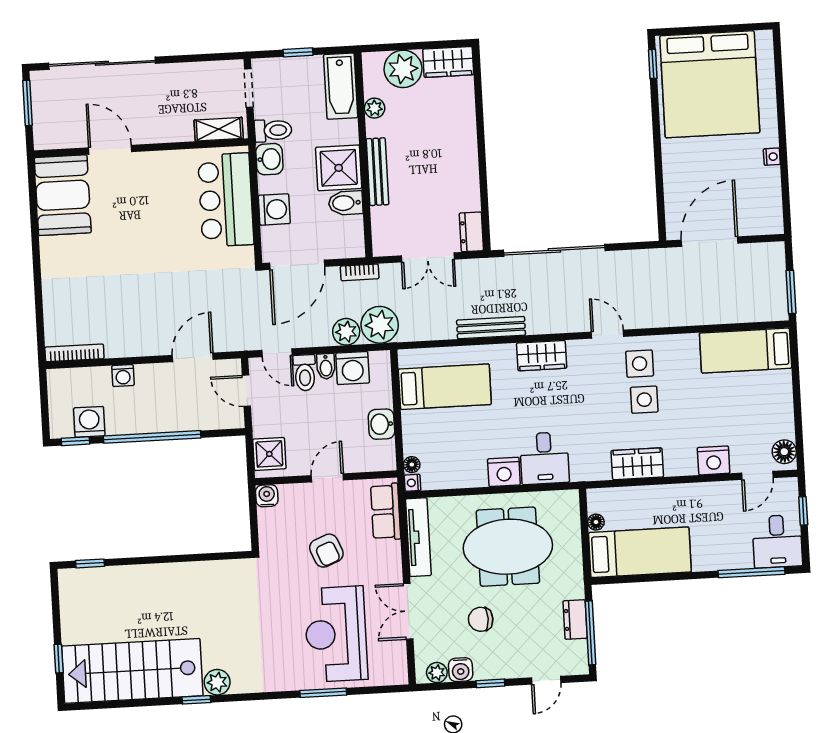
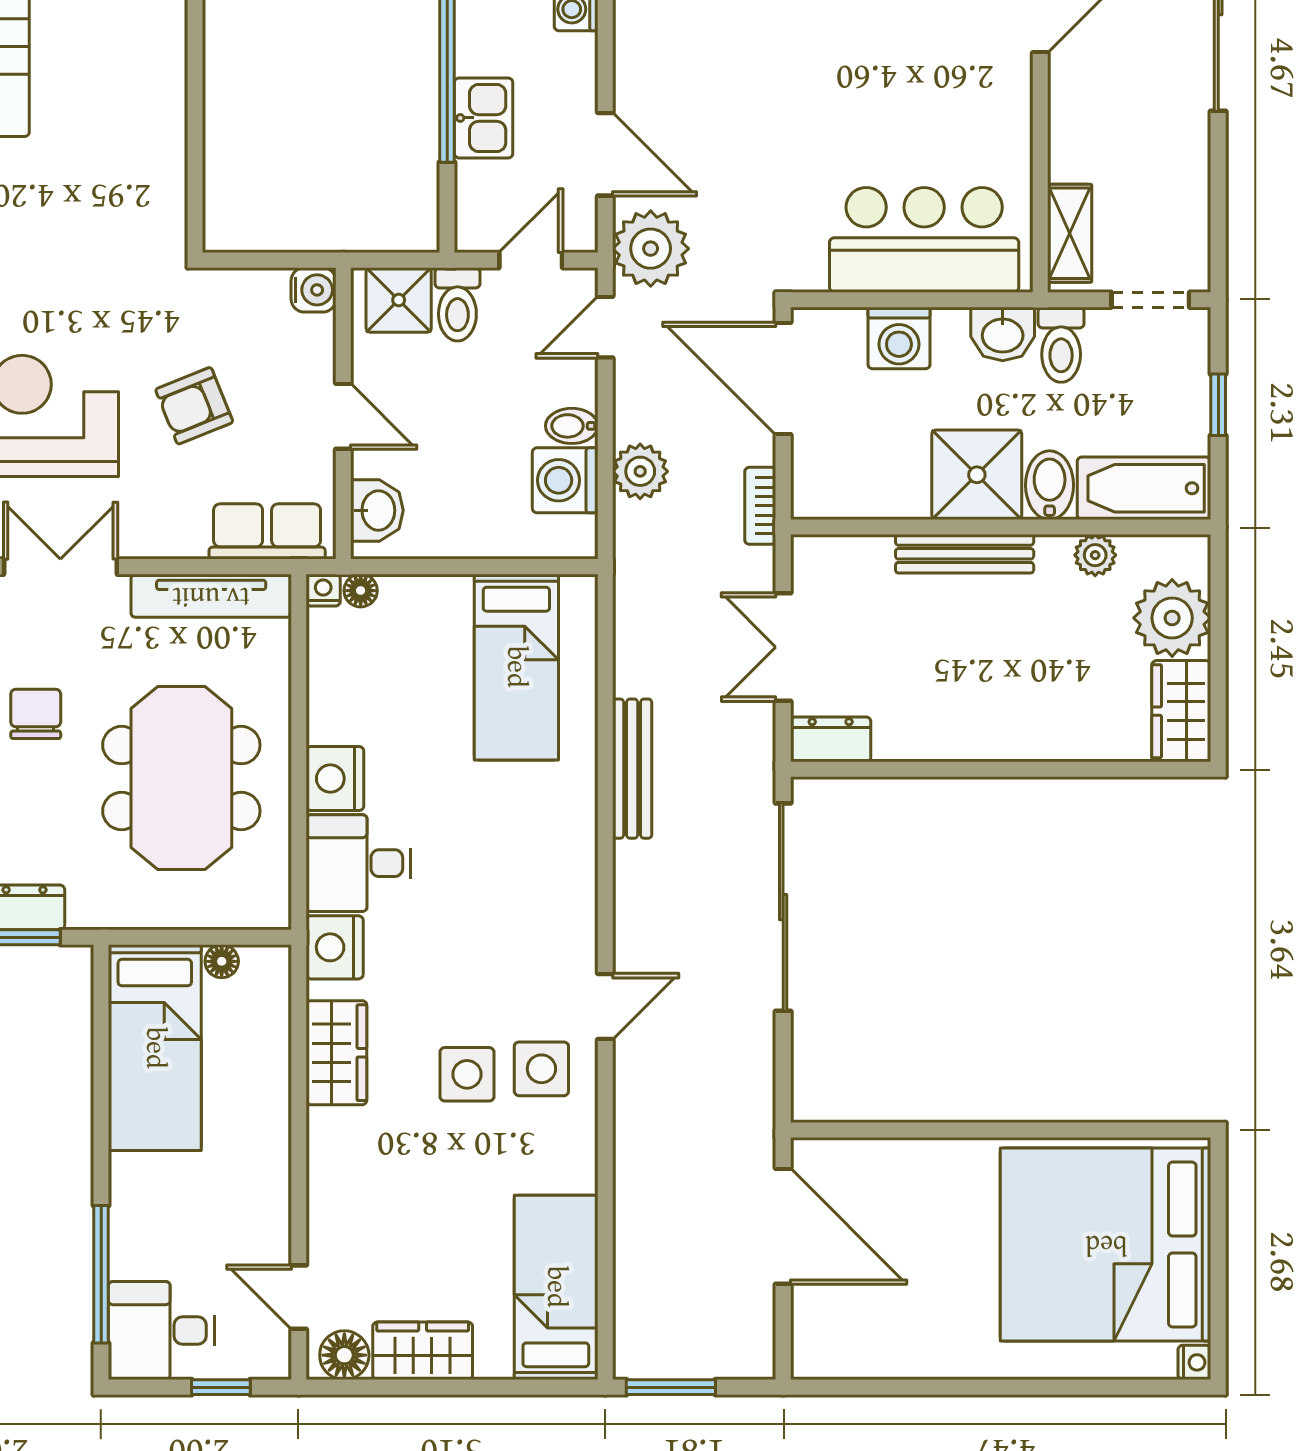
window: (653, 64) -> (1154, 1130), removed
nightstand: (772, 157) -> (1194, 1362), moved, turned -90
bidet: (346, 203) -> (1050, 485), moved
plant: (380, 325) -> (651, 249), moved
wardrobe: (542, 356) -> (423, 1351), moved, turned 90
toilet: (305, 373) -> (457, 304), moved, turned -90
kitchen sink: (178, 418) -> (484, 118), added
washbasin: (381, 424) -> (377, 510), moved, turned 90
nightstand: (714, 460) -> (335, 947), moved

